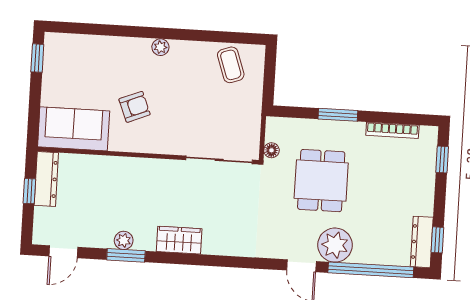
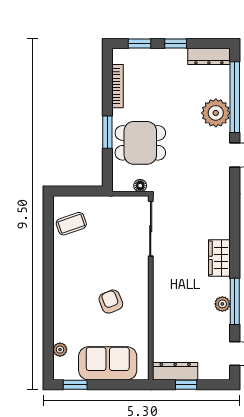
plant: (160, 47) -> (60, 350), moved
sofa: (74, 129) -> (108, 363), moved, turned 90
dining table: (321, 181) -> (140, 143), moved
window: (437, 240) -> (176, 43), moved
plant: (335, 245) -> (216, 113), moved
window: (126, 255) -> (235, 301), width x1.44

